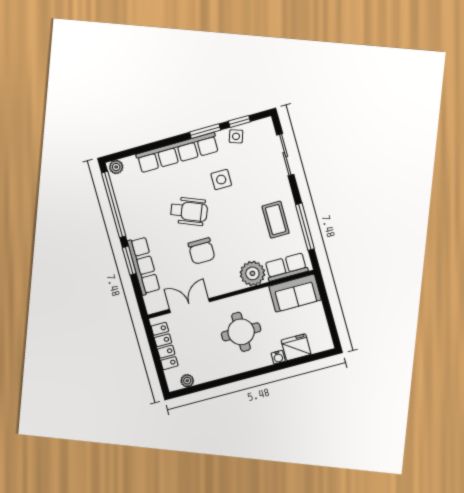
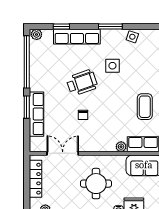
window: (239, 121) -> (61, 26), moved
row of seats: (177, 153) -> (77, 37), width x0.73
wheelchair: (189, 211) -> (82, 83), turned -41
chair: (201, 251) -> (83, 115), width x0.54, depth x0.54
plant: (252, 273) -> (121, 147), width x0.53, depth x0.53

